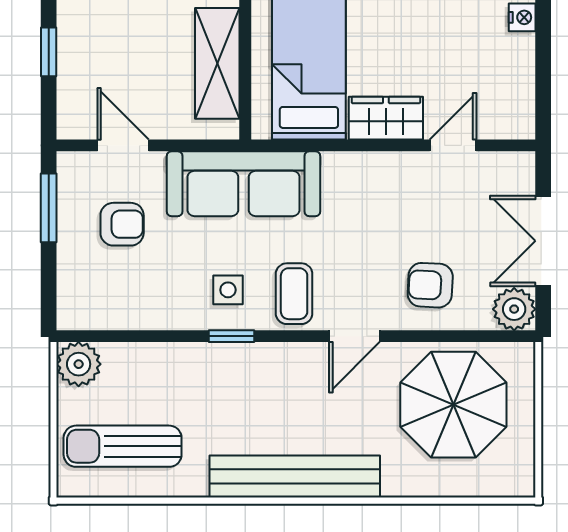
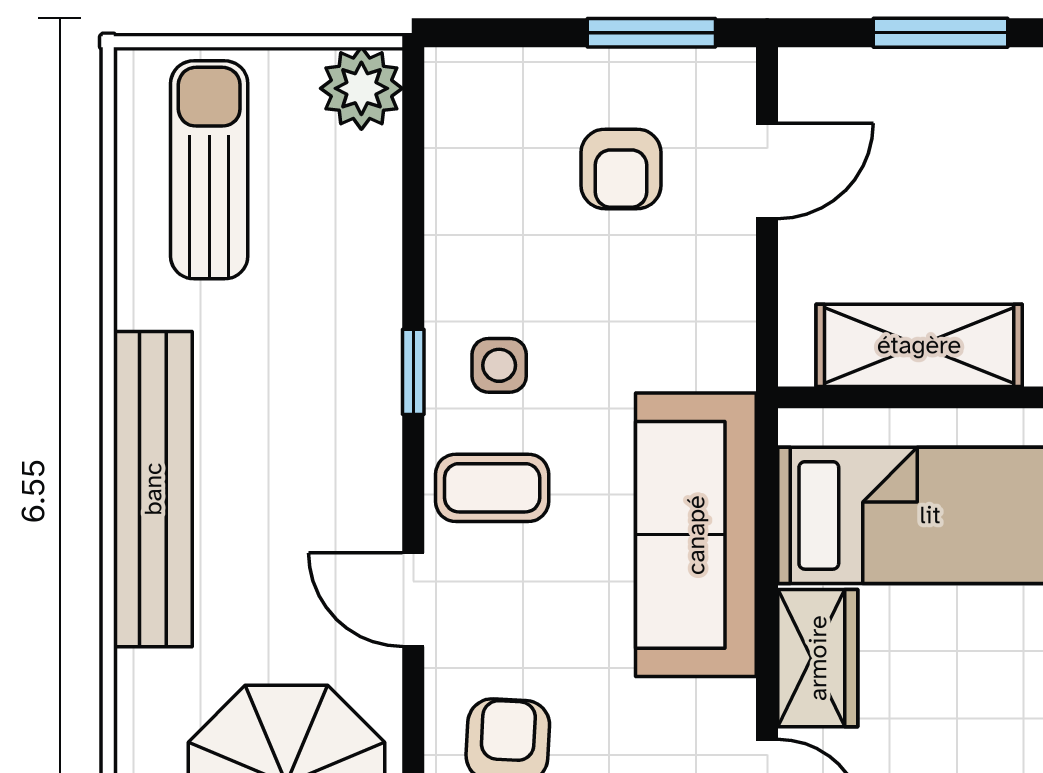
window: (49, 52) -> (940, 33), width x1.50
sofa: (243, 184) -> (696, 535), moved

